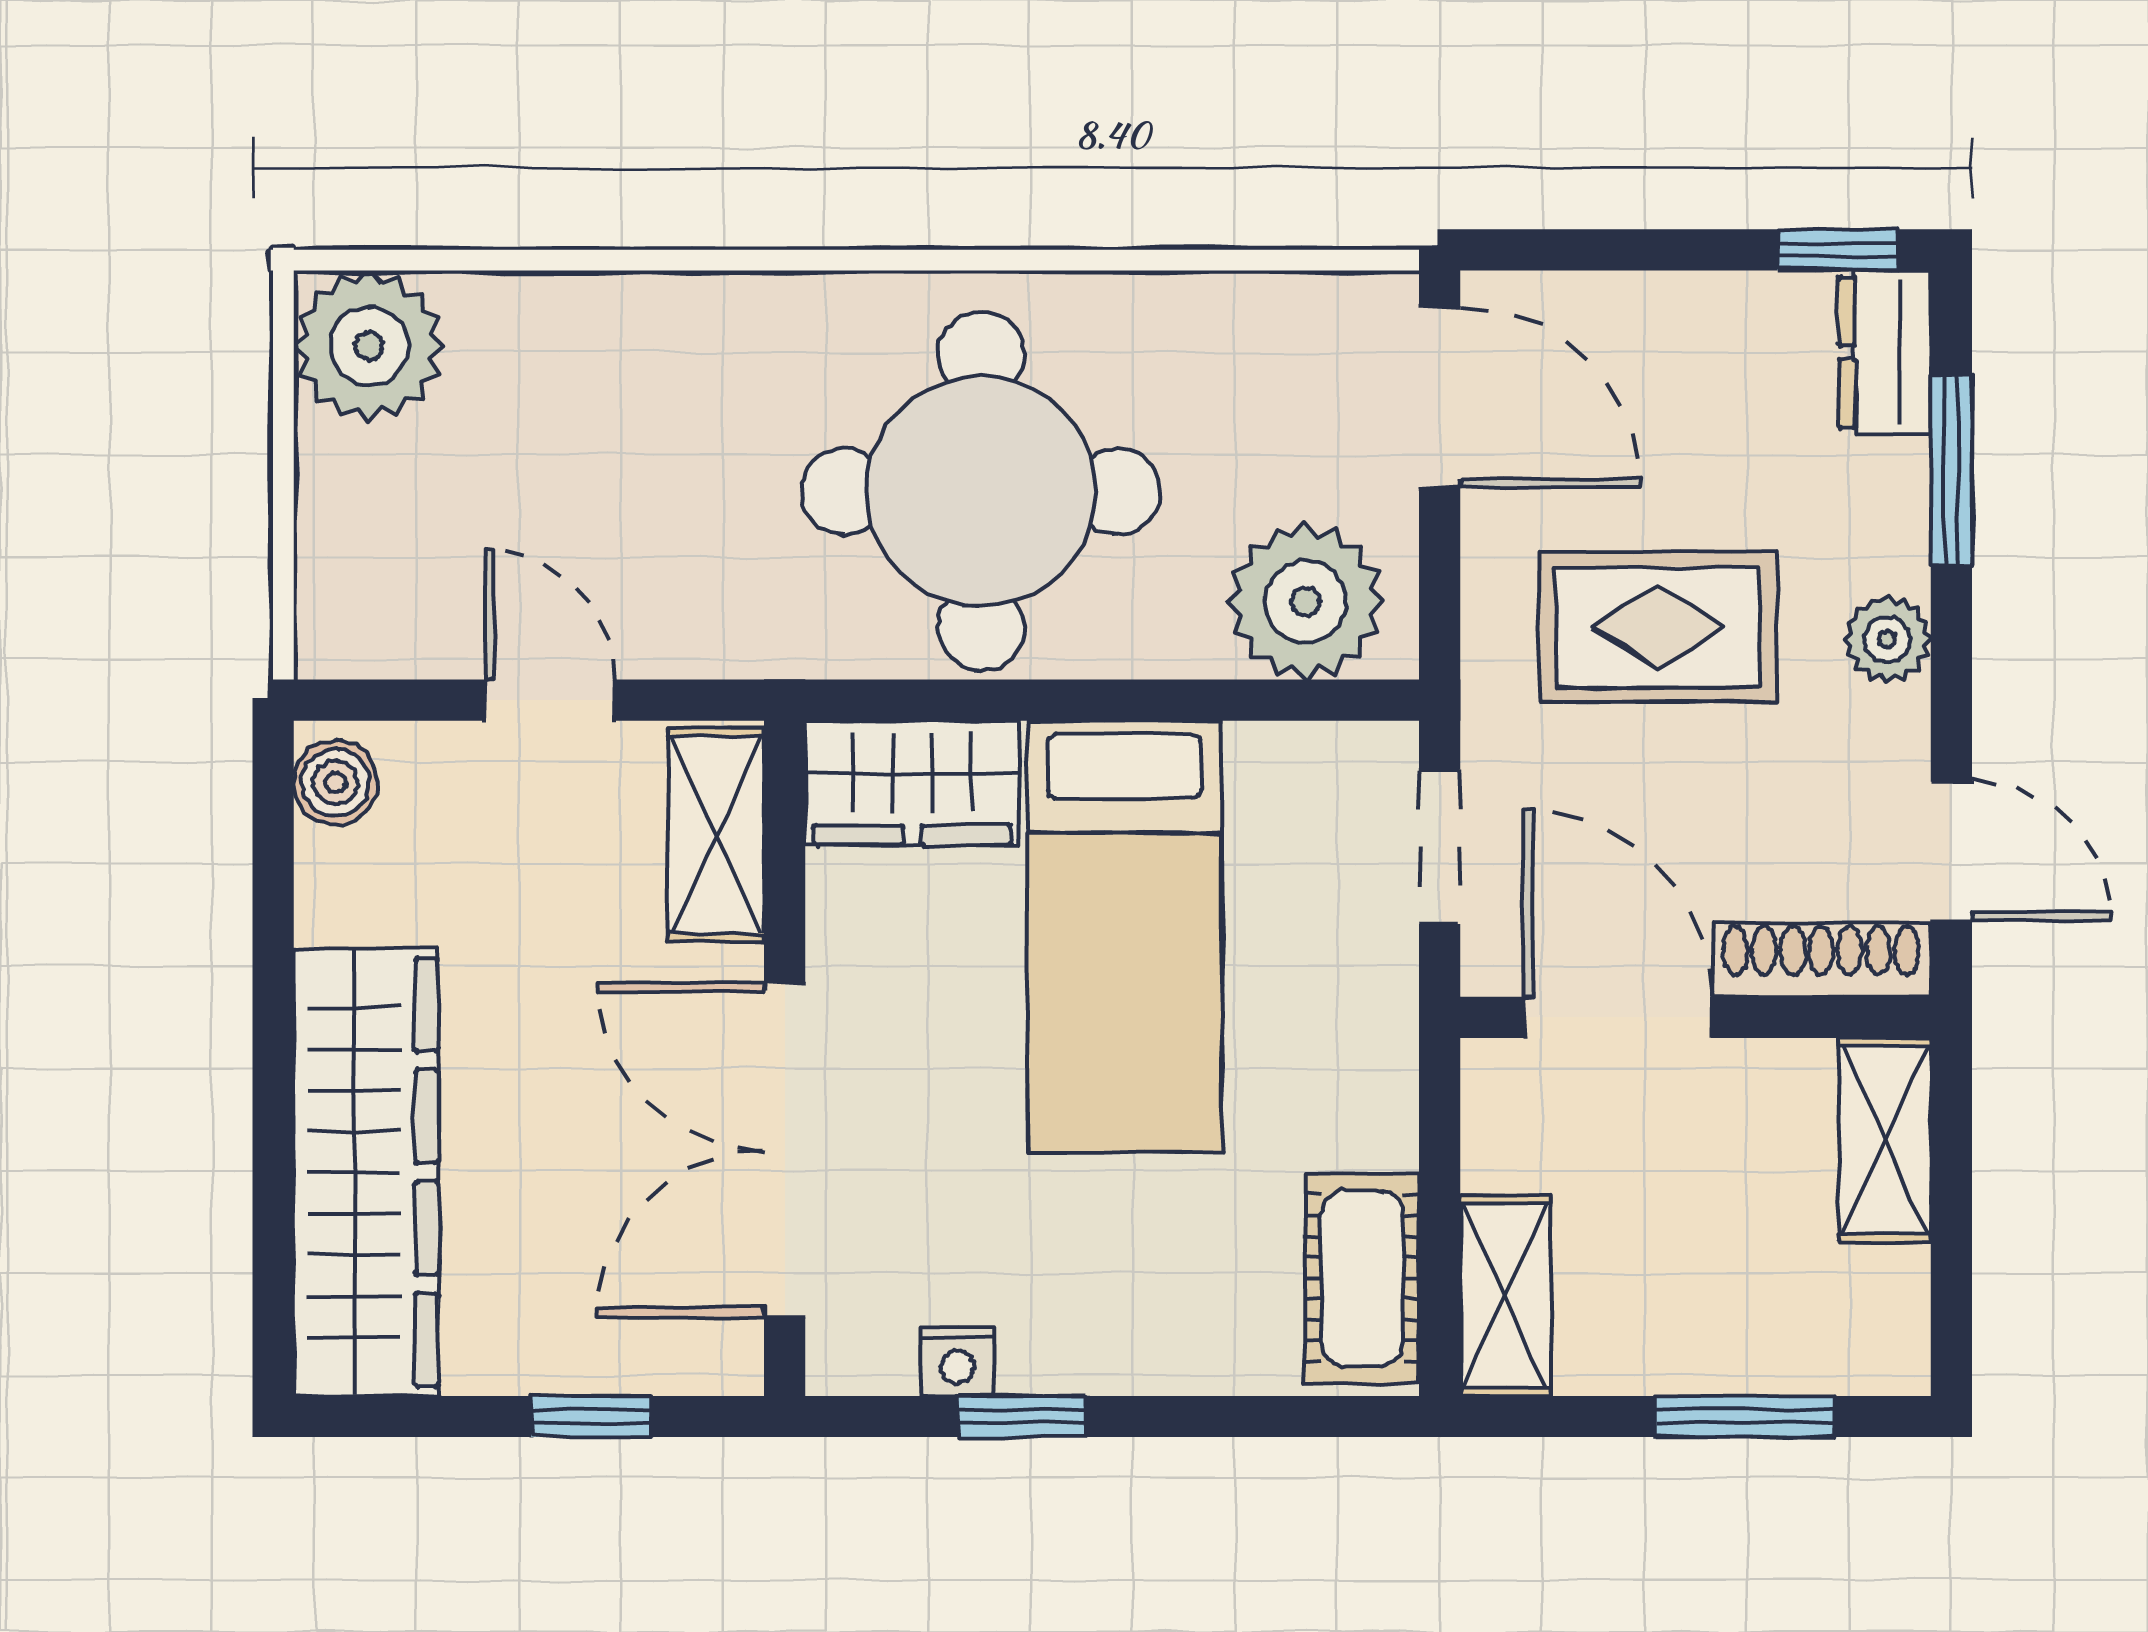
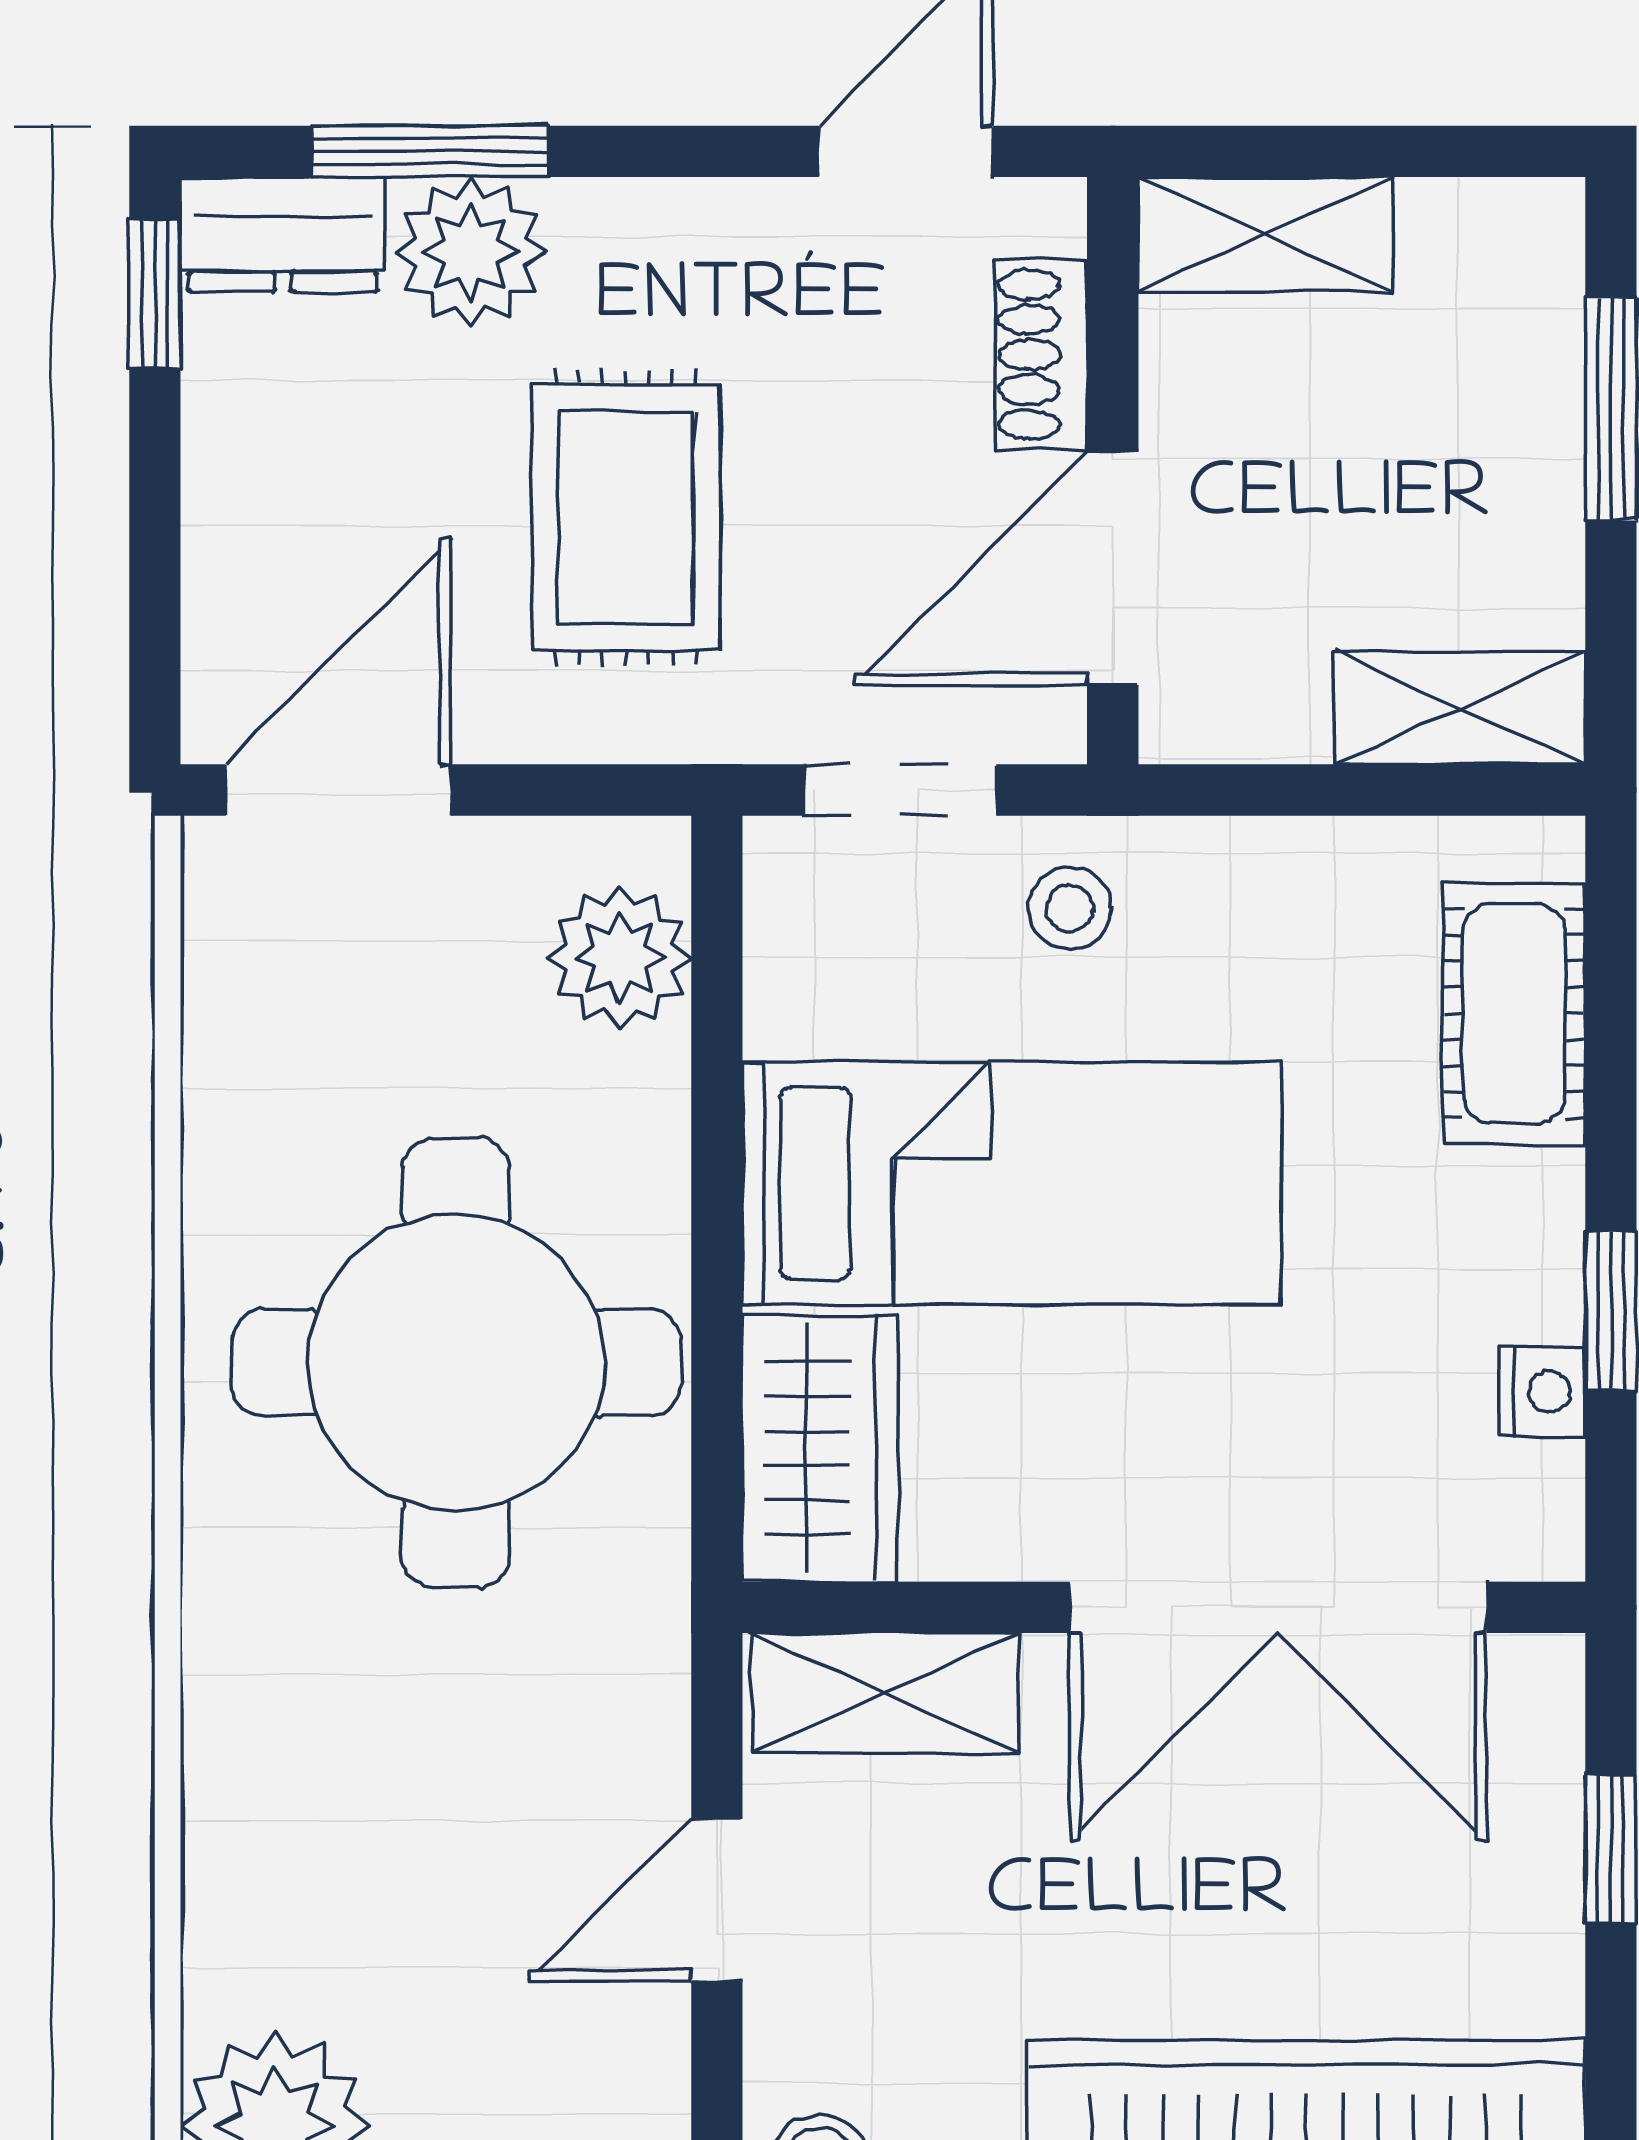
plant: (1305, 602) -> (620, 957), width x0.73, depth x0.73
plant: (1887, 639) -> (470, 252), moved, width x1.38, depth x1.38
shoe rack: (1821, 960) -> (1041, 354), width x0.70
stool: (1345, 983) -> (1070, 908), added
cot: (1362, 1278) -> (1514, 1014), moved, turned 90

